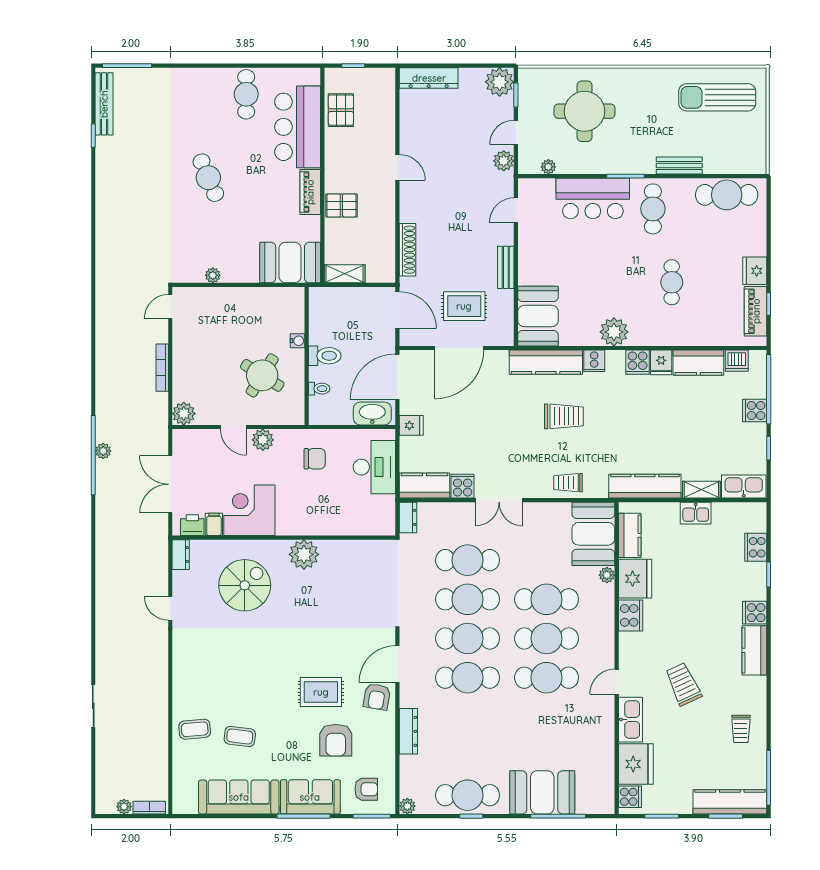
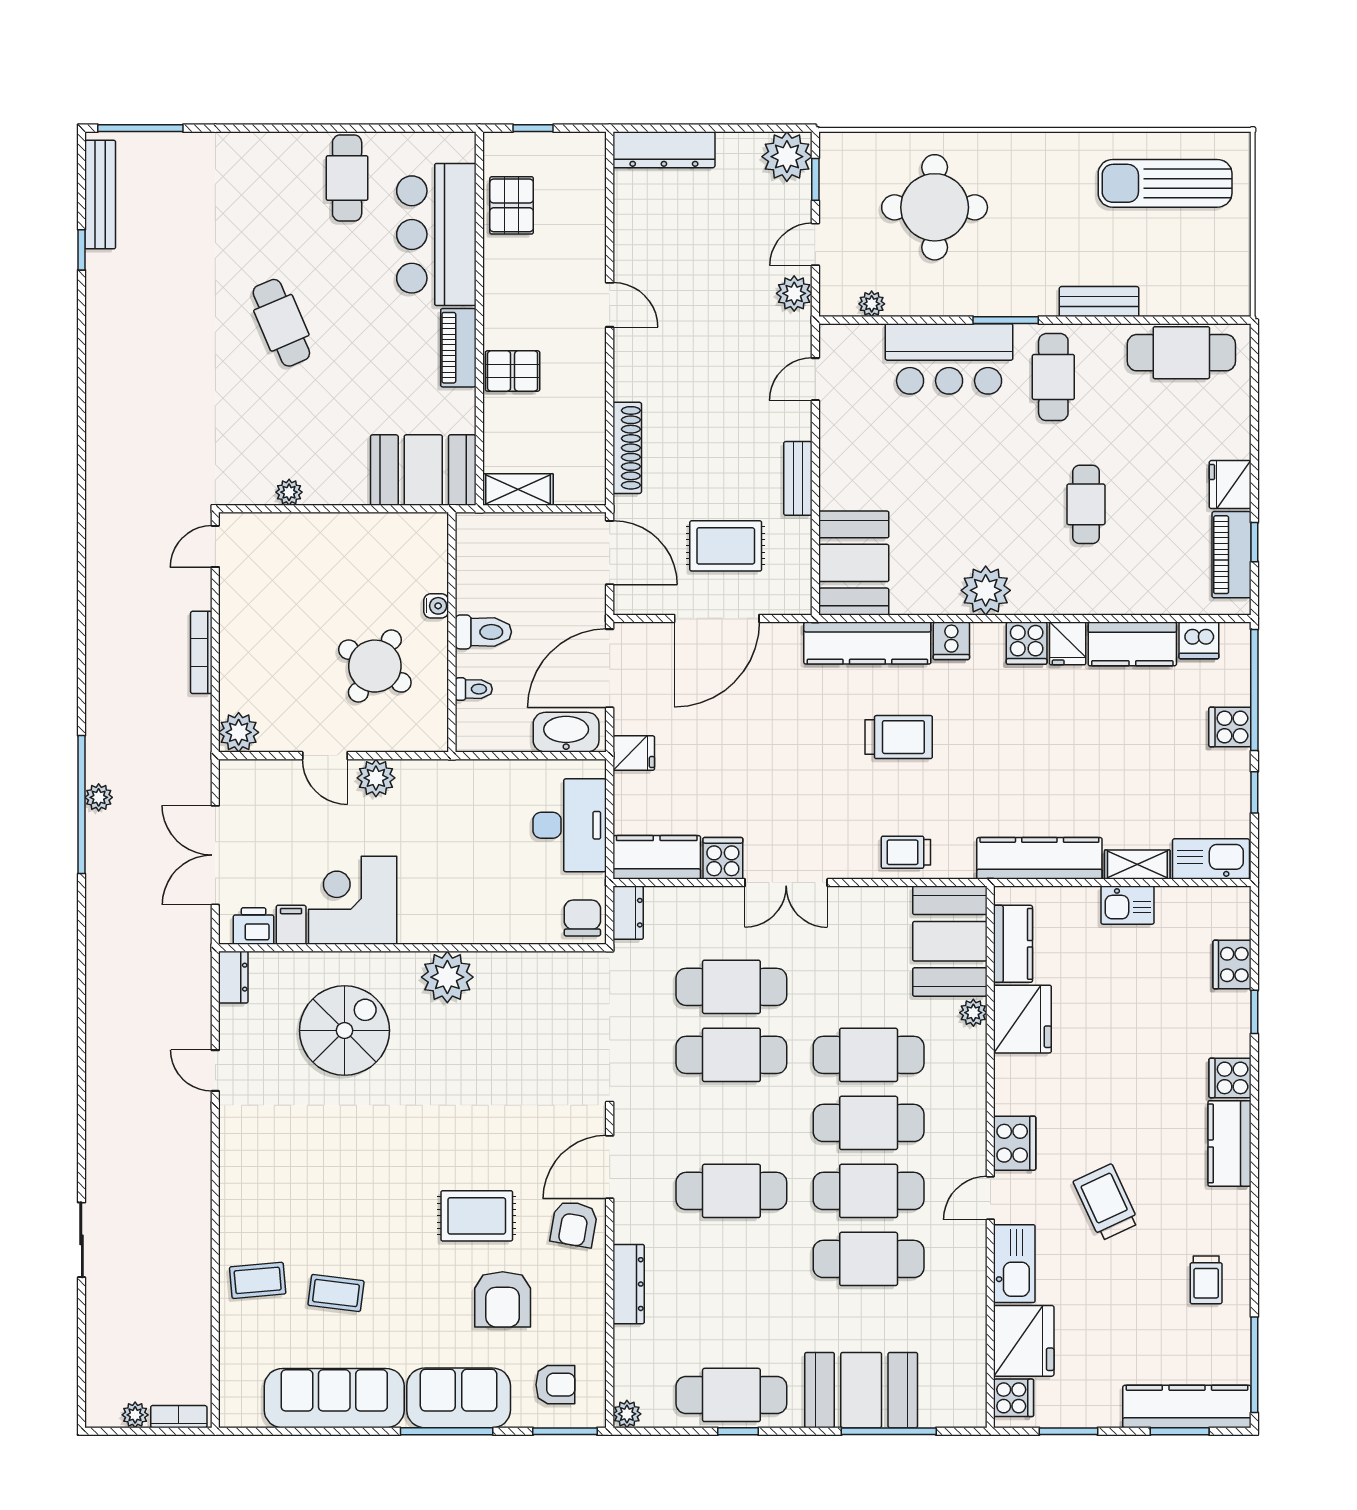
chair: (315, 459) -> (582, 918), moved, turned -90
cooker: (631, 615) -> (1015, 1143), moved
cafe table: (468, 638) -> (869, 1259), moved

